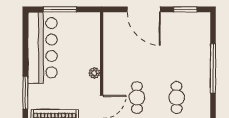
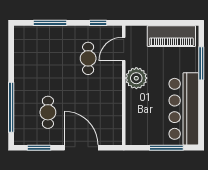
window: (213, 68) -> (11, 107), moved
plant: (94, 73) -> (136, 78), width x1.87, depth x1.87
cafe table: (177, 98) -> (48, 112), moved

